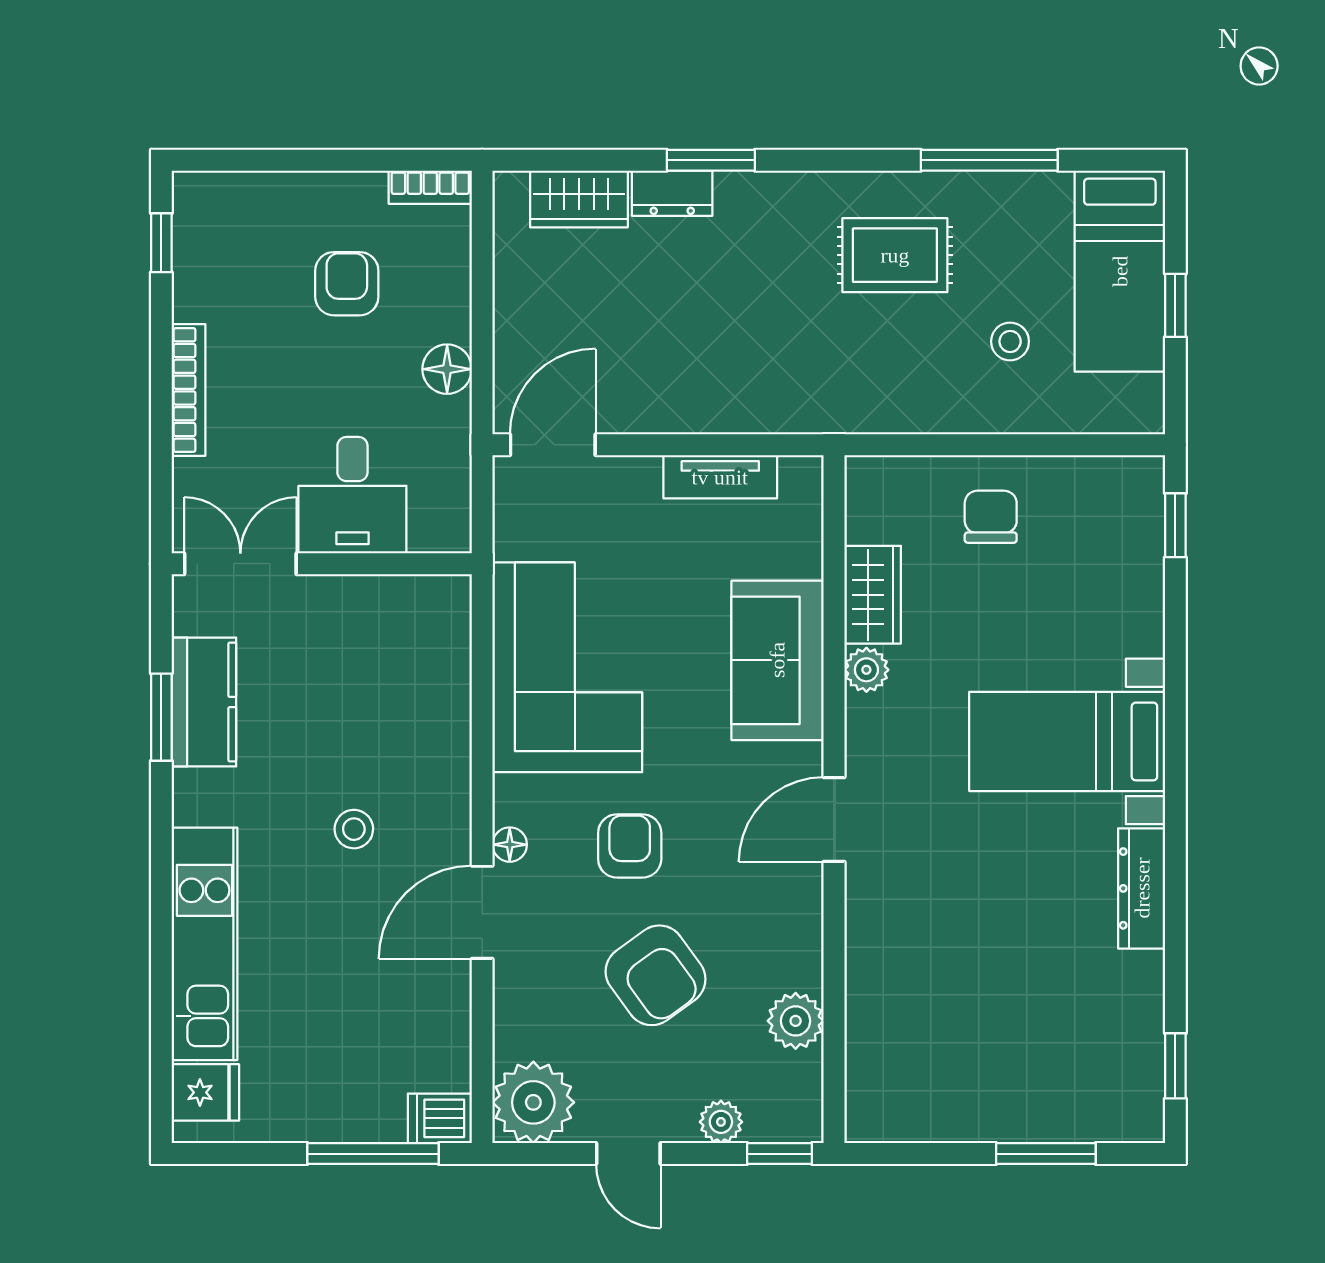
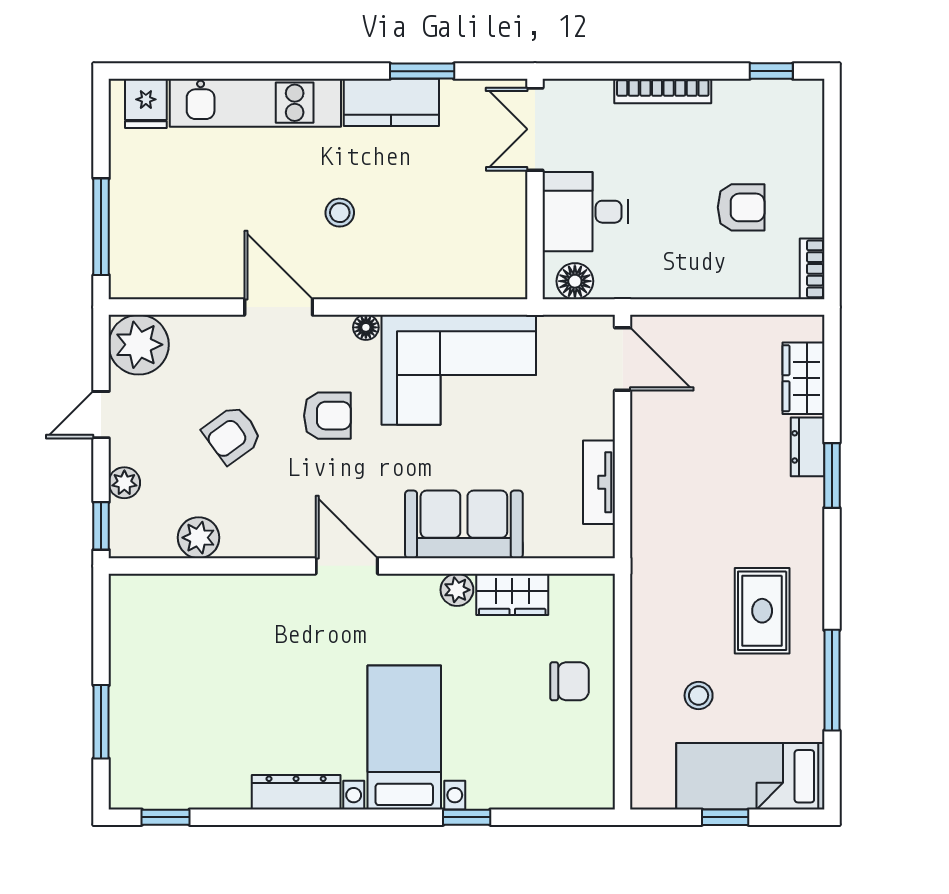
floor lamp: (447, 369) -> (575, 281), moved
window: (1175, 525) -> (467, 817), moved
double door: (240, 564) -> (535, 129), swing flipped
kitchen counter: (204, 702) -> (391, 102), moved
floor lamp: (510, 845) -> (366, 327), moved
armchair: (656, 975) -> (232, 435), width x0.72, depth x0.72
dishwasher: (440, 1118) -> (127, 276), removed

